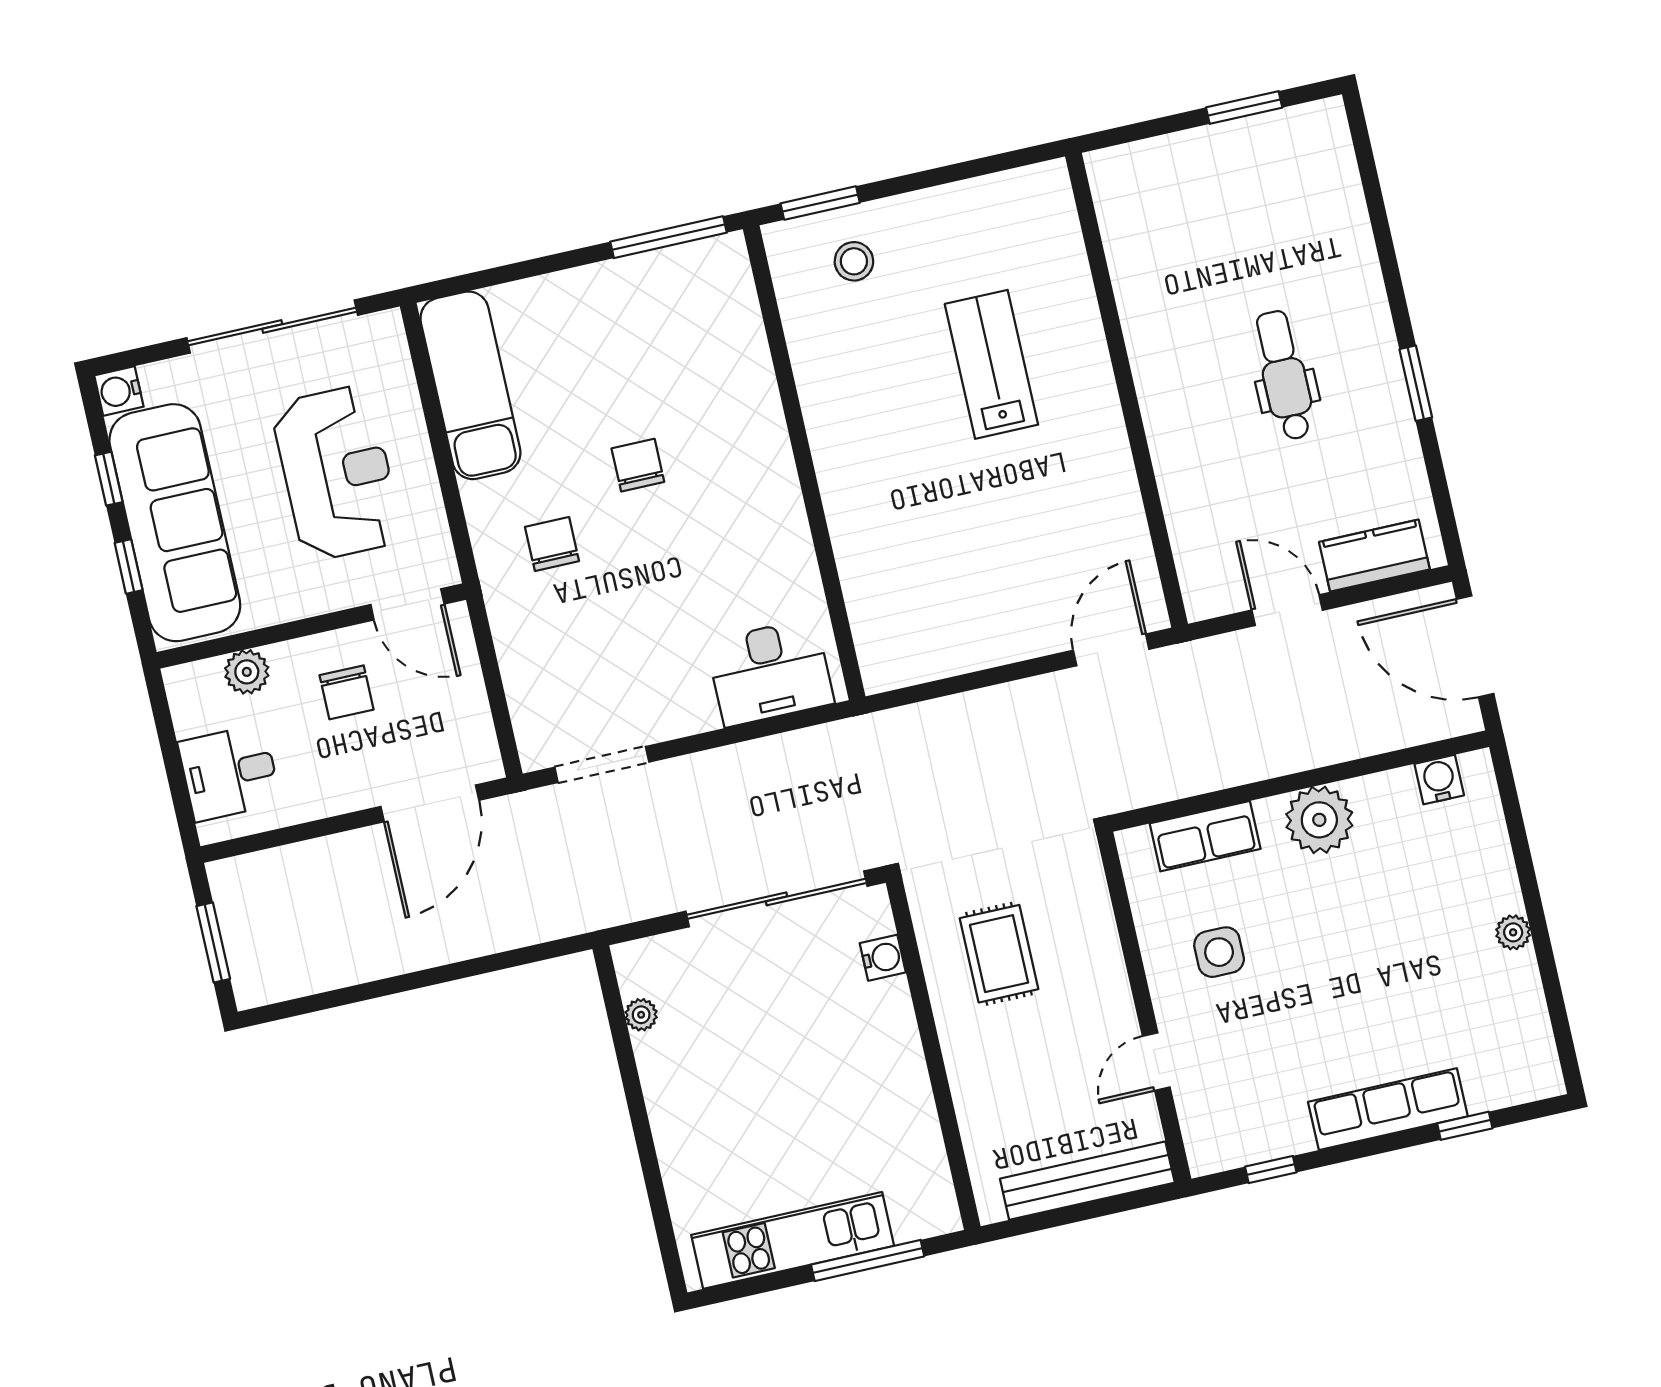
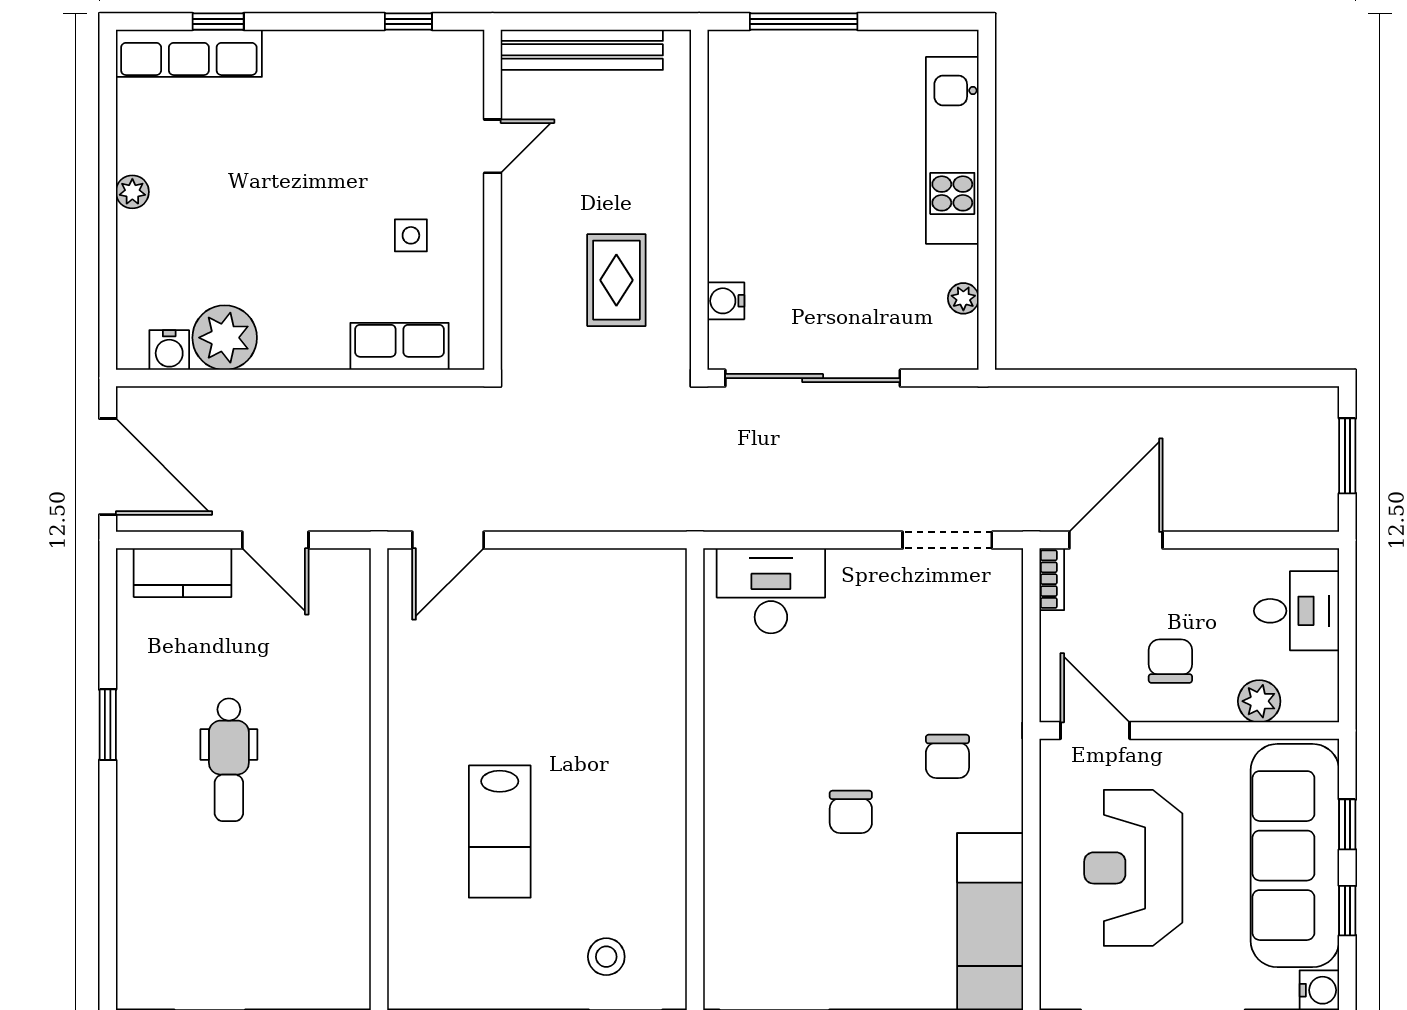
bookcase: (486, 749) -> (1052, 579), added
plant: (1319, 820) -> (225, 338), moved
side table: (1219, 952) -> (411, 235), width x0.73, depth x0.73
row of seats: (1388, 1109) -> (189, 53), moved
kitchen unit: (793, 1240) -> (952, 150), moved, turned 90

